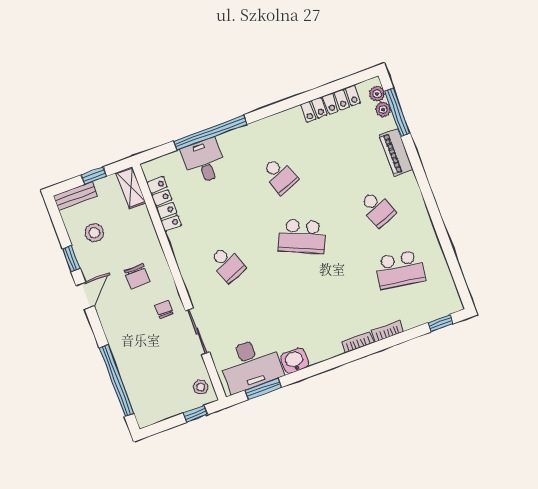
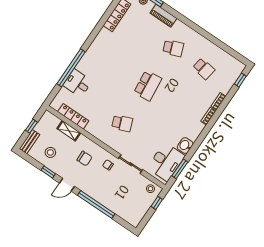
school desk: (280, 176) -> (117, 65), removed
shelving: (131, 188) -> (69, 131), moved
school desk: (302, 236) -> (148, 86), turned -30
school desk: (400, 269) -> (204, 69), width x0.54
door: (85, 296) -> (67, 185), swing flipped
window: (116, 381) -> (96, 205), moved

